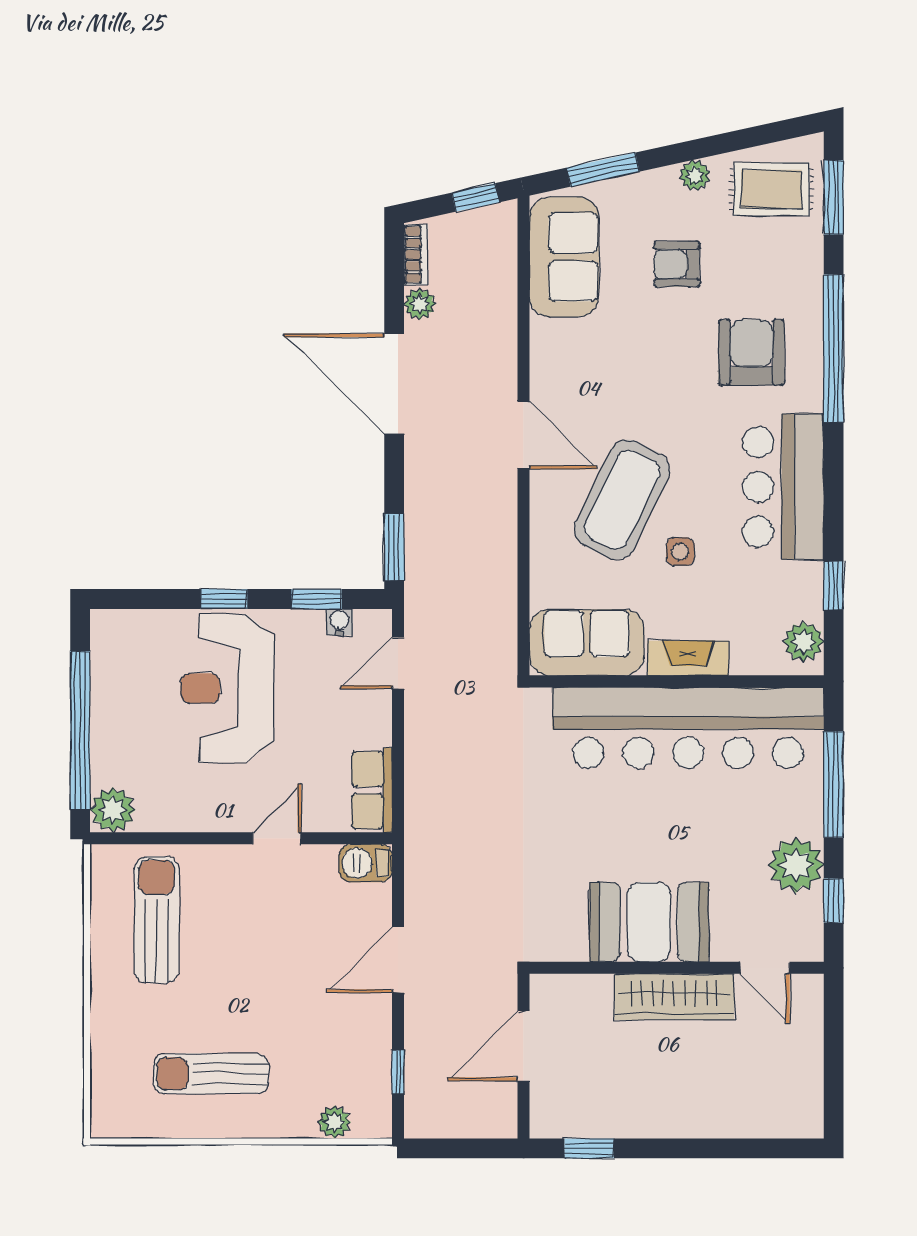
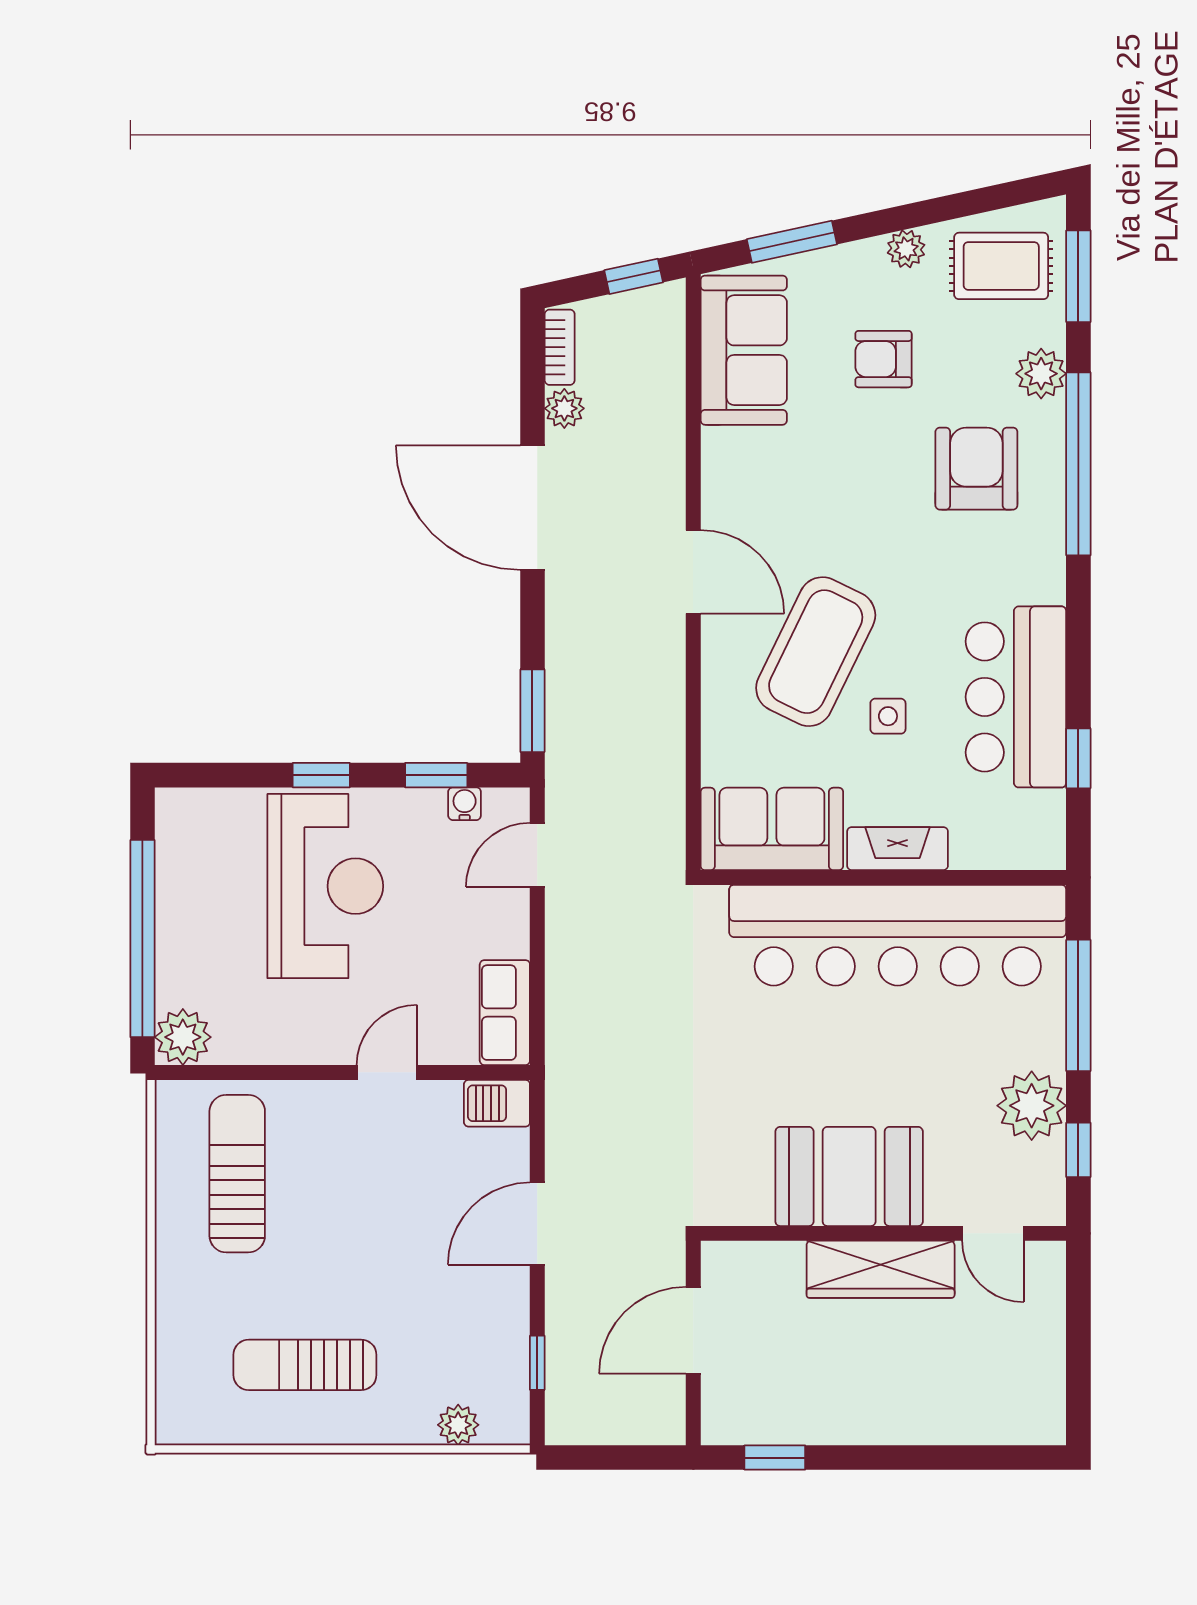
bar counter: (783, 487) -> (1016, 697), moved
plant: (804, 642) -> (1041, 374), moved
reception desk: (227, 688) -> (325, 886), turned 180

